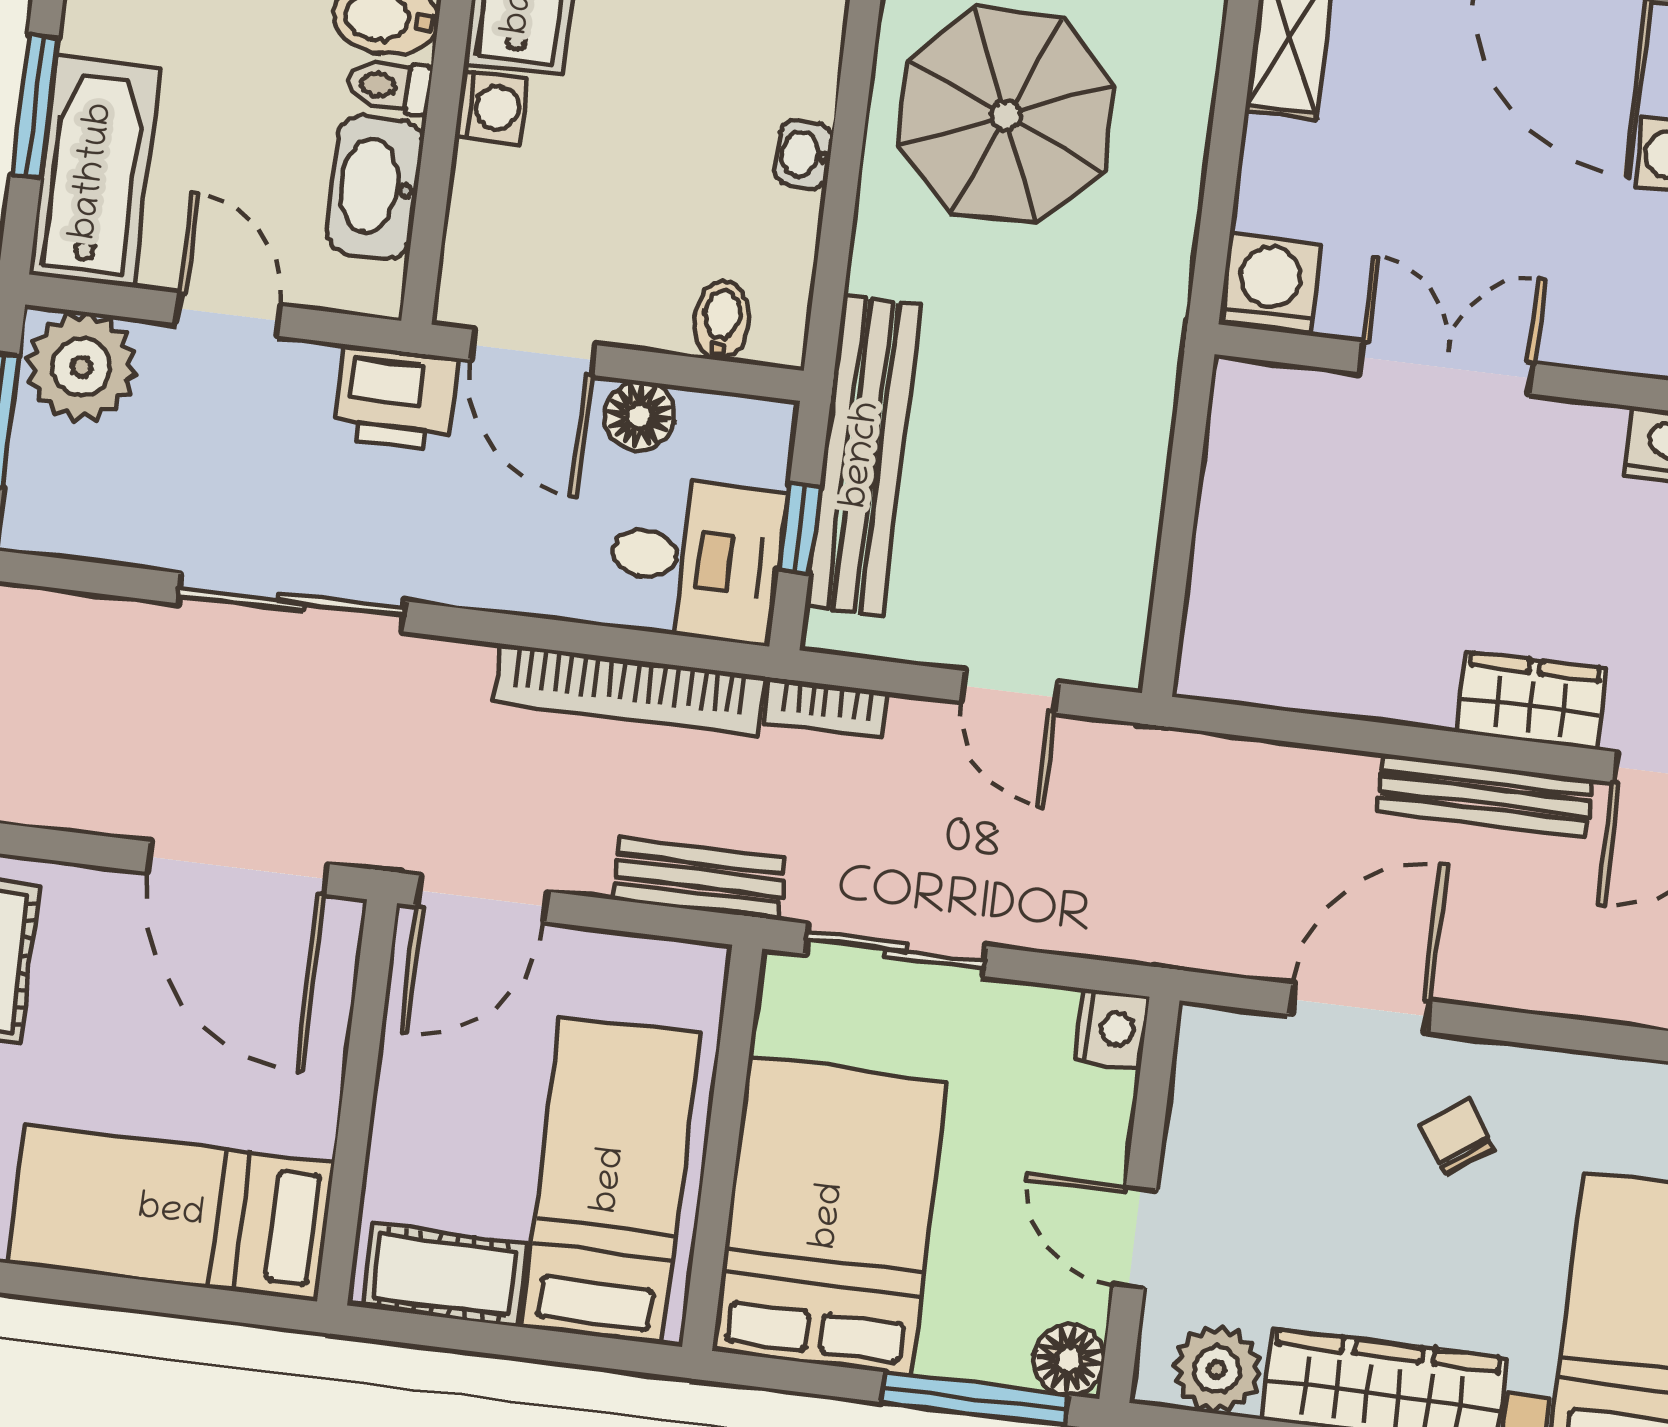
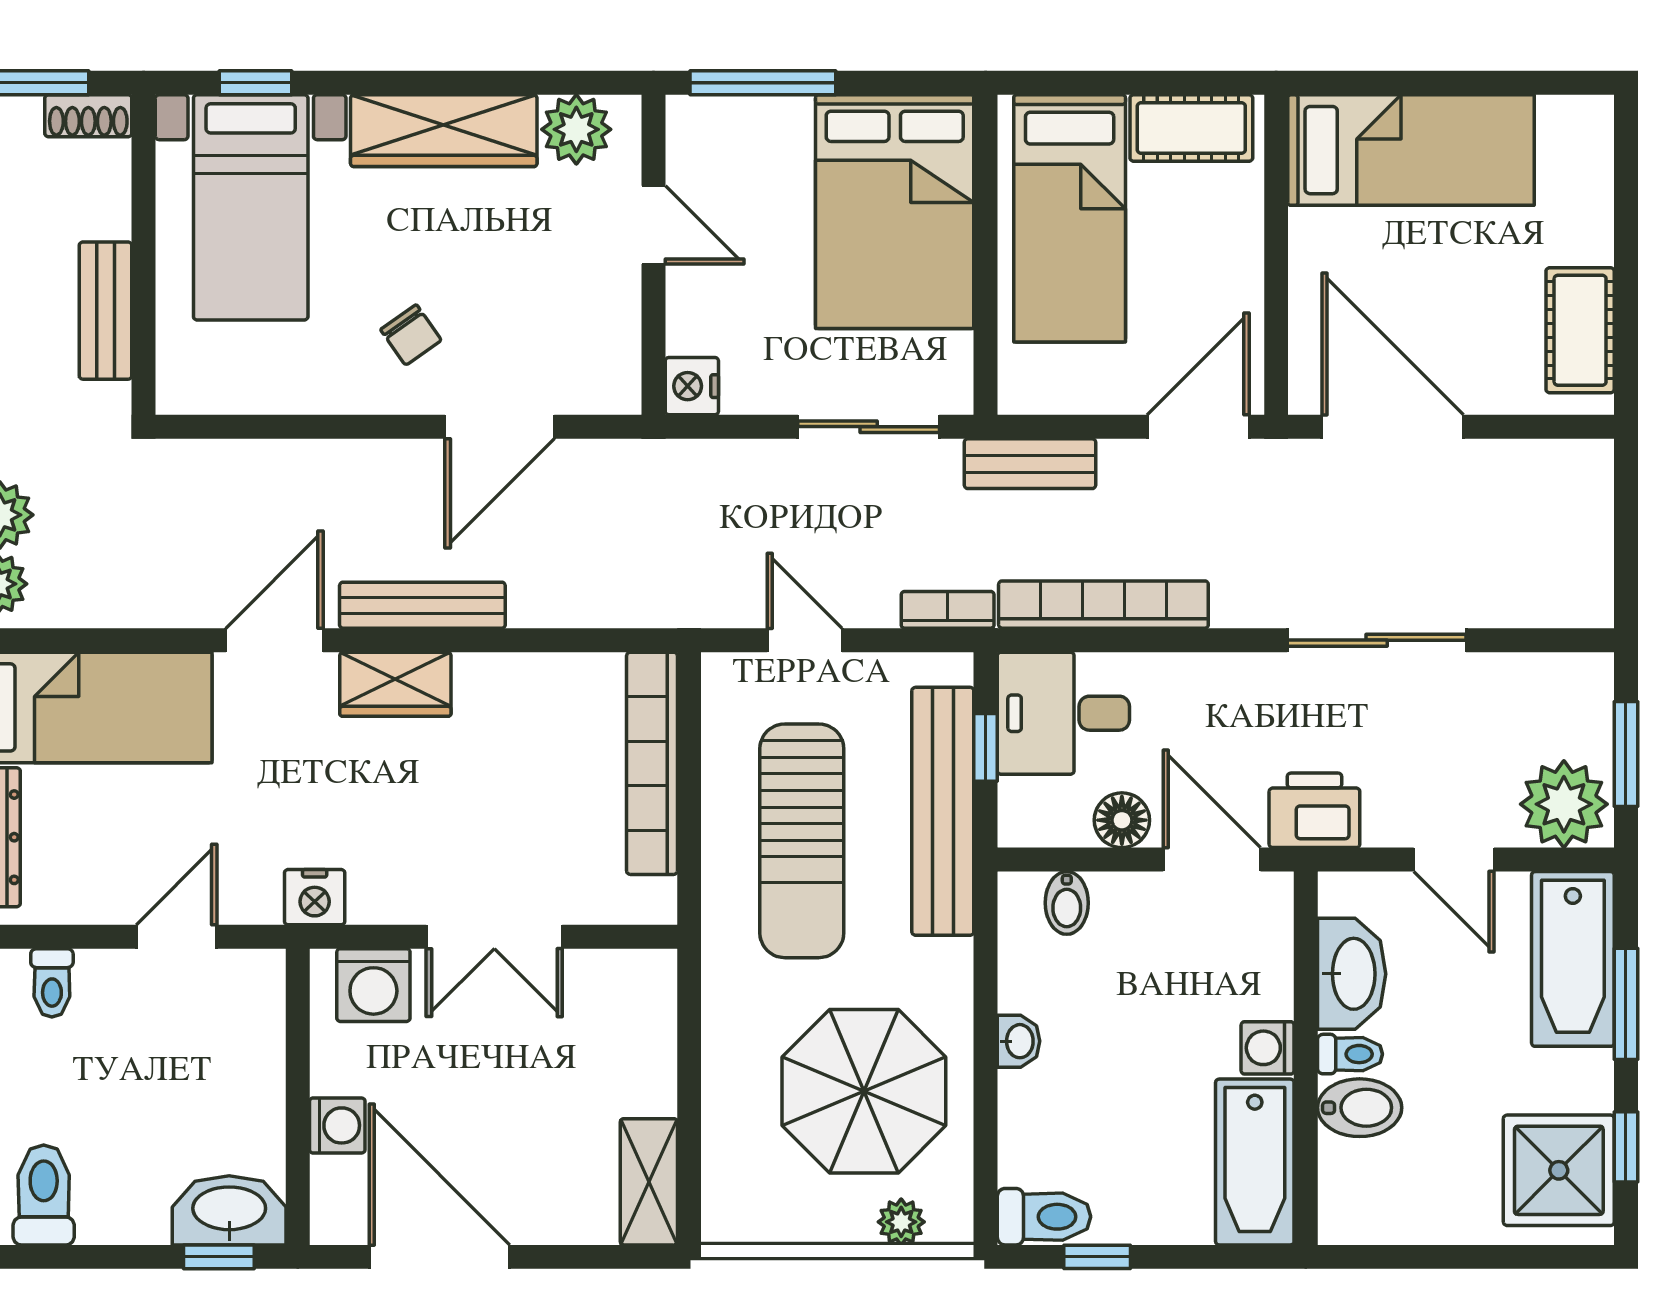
washing machine: (1270, 284) -> (373, 985), moved
sun lounger: (1045, 440) -> (802, 841), added
bookcase: (1221, 561) -> (652, 763), added
floor lamp: (1069, 1360) -> (693, 123), removed

